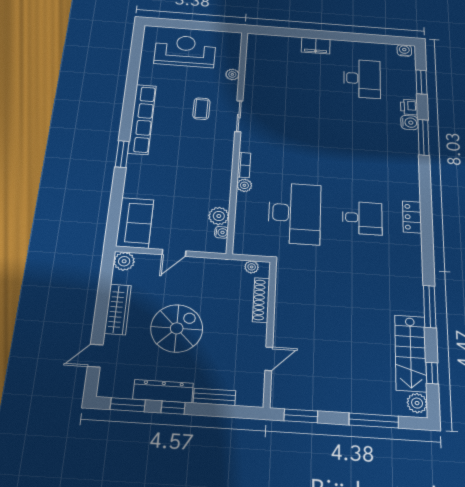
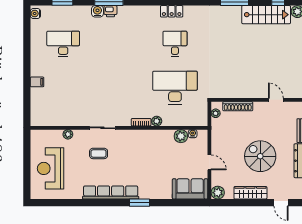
filing cabinet: (316, 46) -> (37, 82), width x0.50
printer: (409, 107) -> (110, 11), moved

